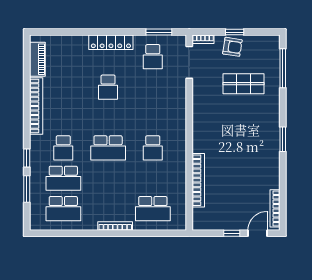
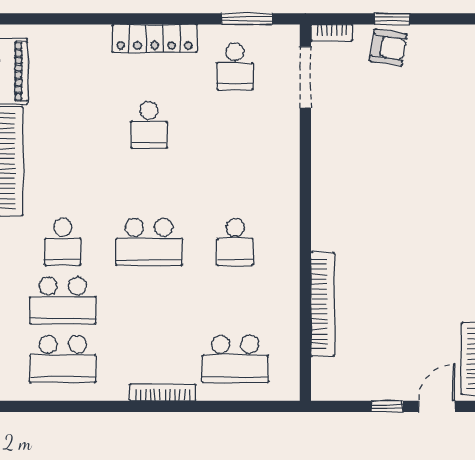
shop shelf: (243, 84) -> (410, 118), removed

